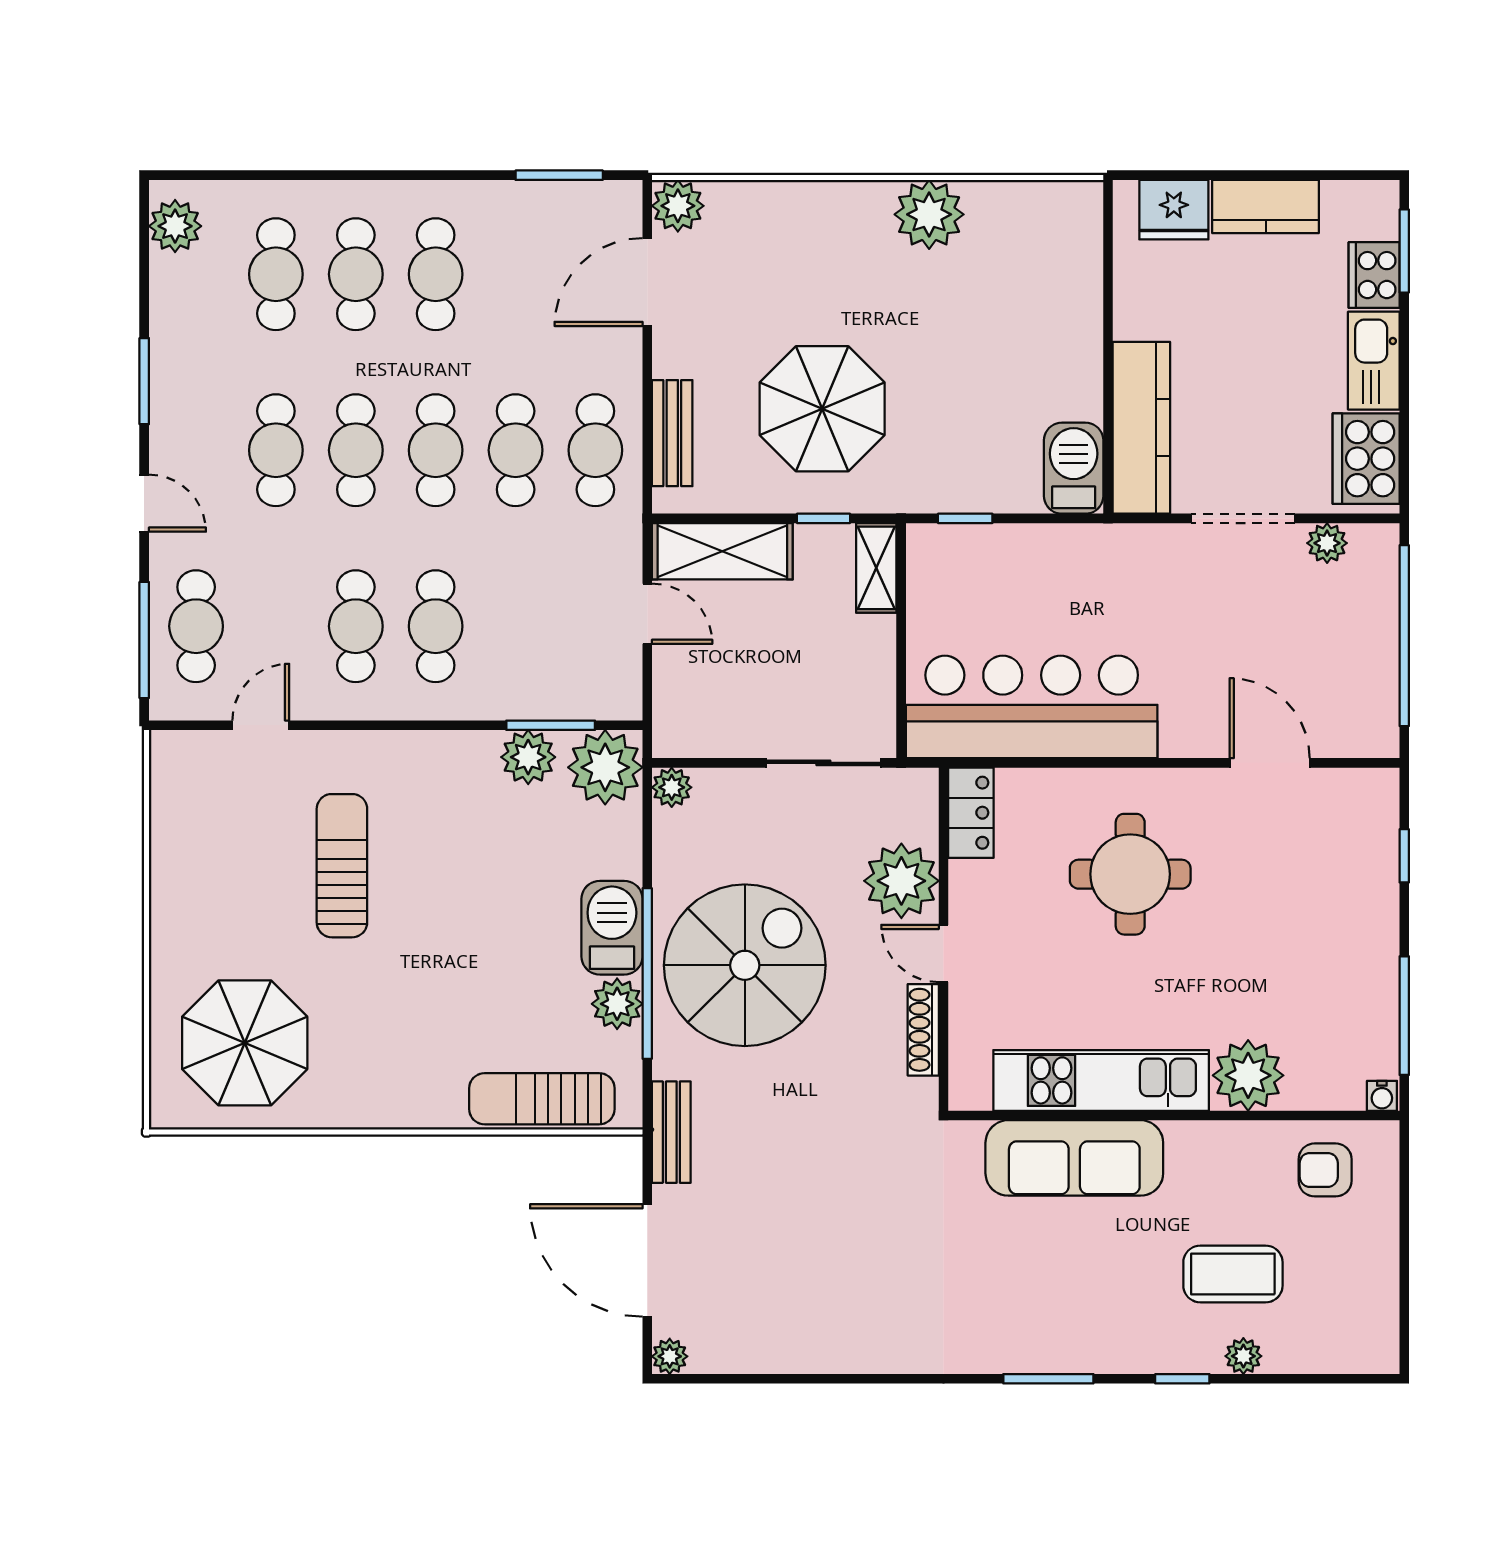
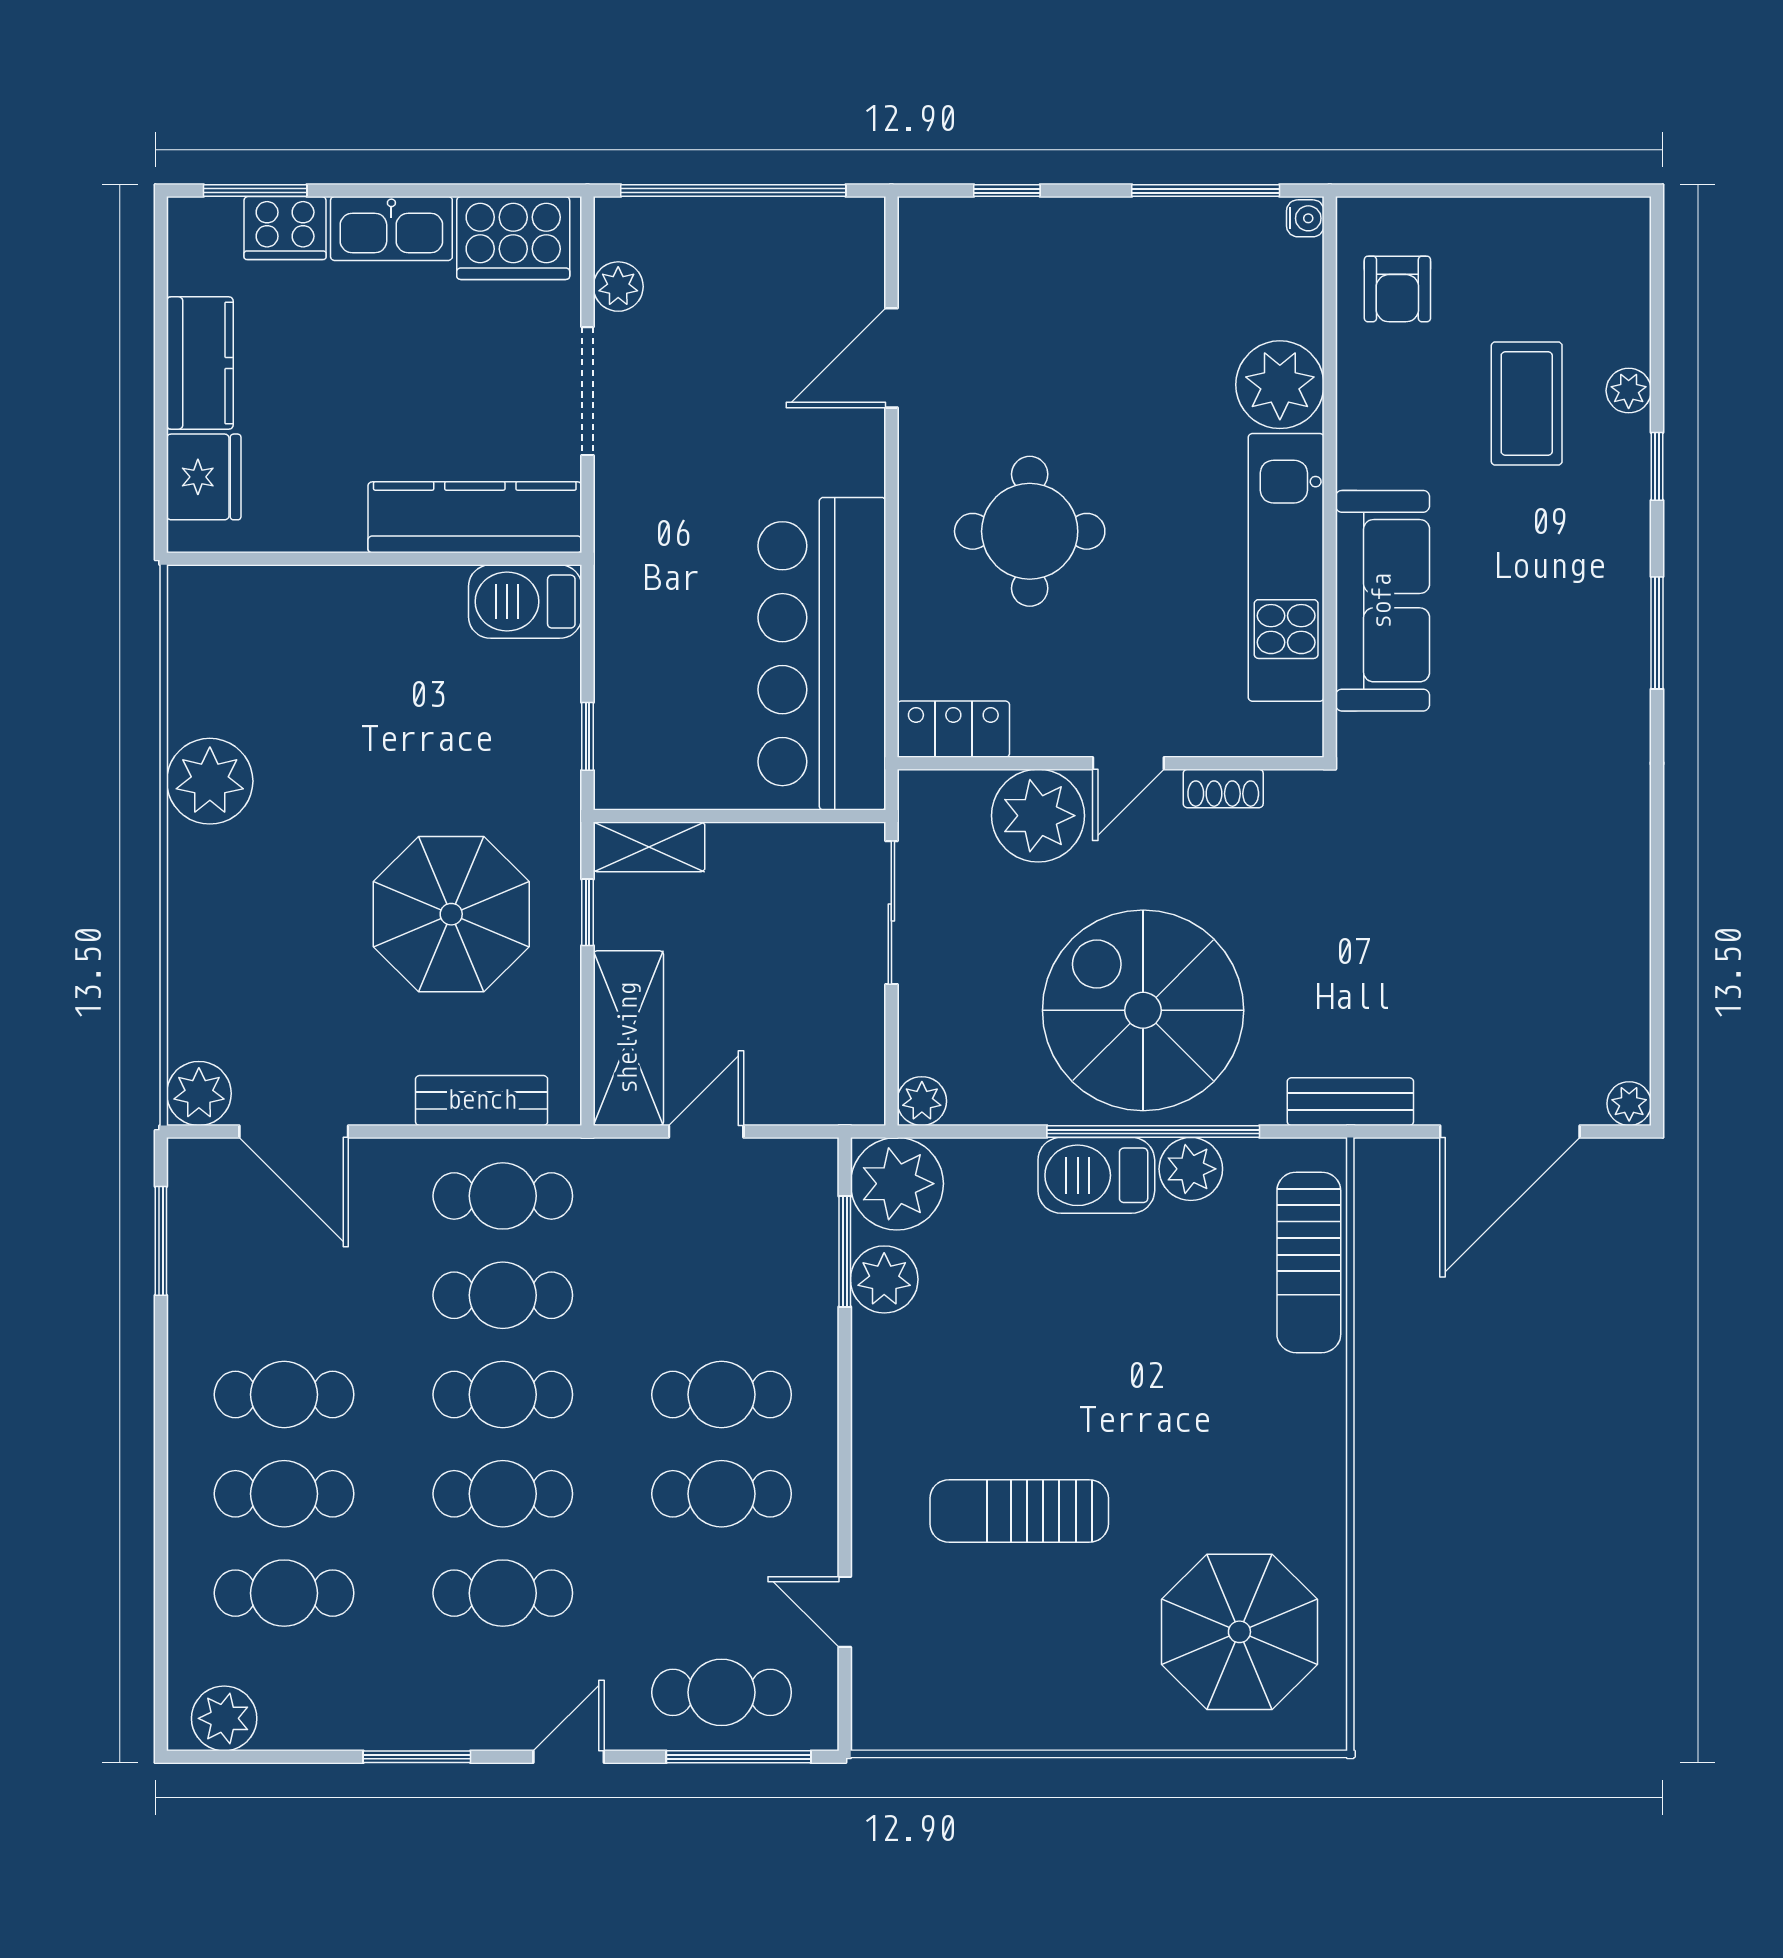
shoe rack: (923, 1030) -> (1223, 788), width x0.70

